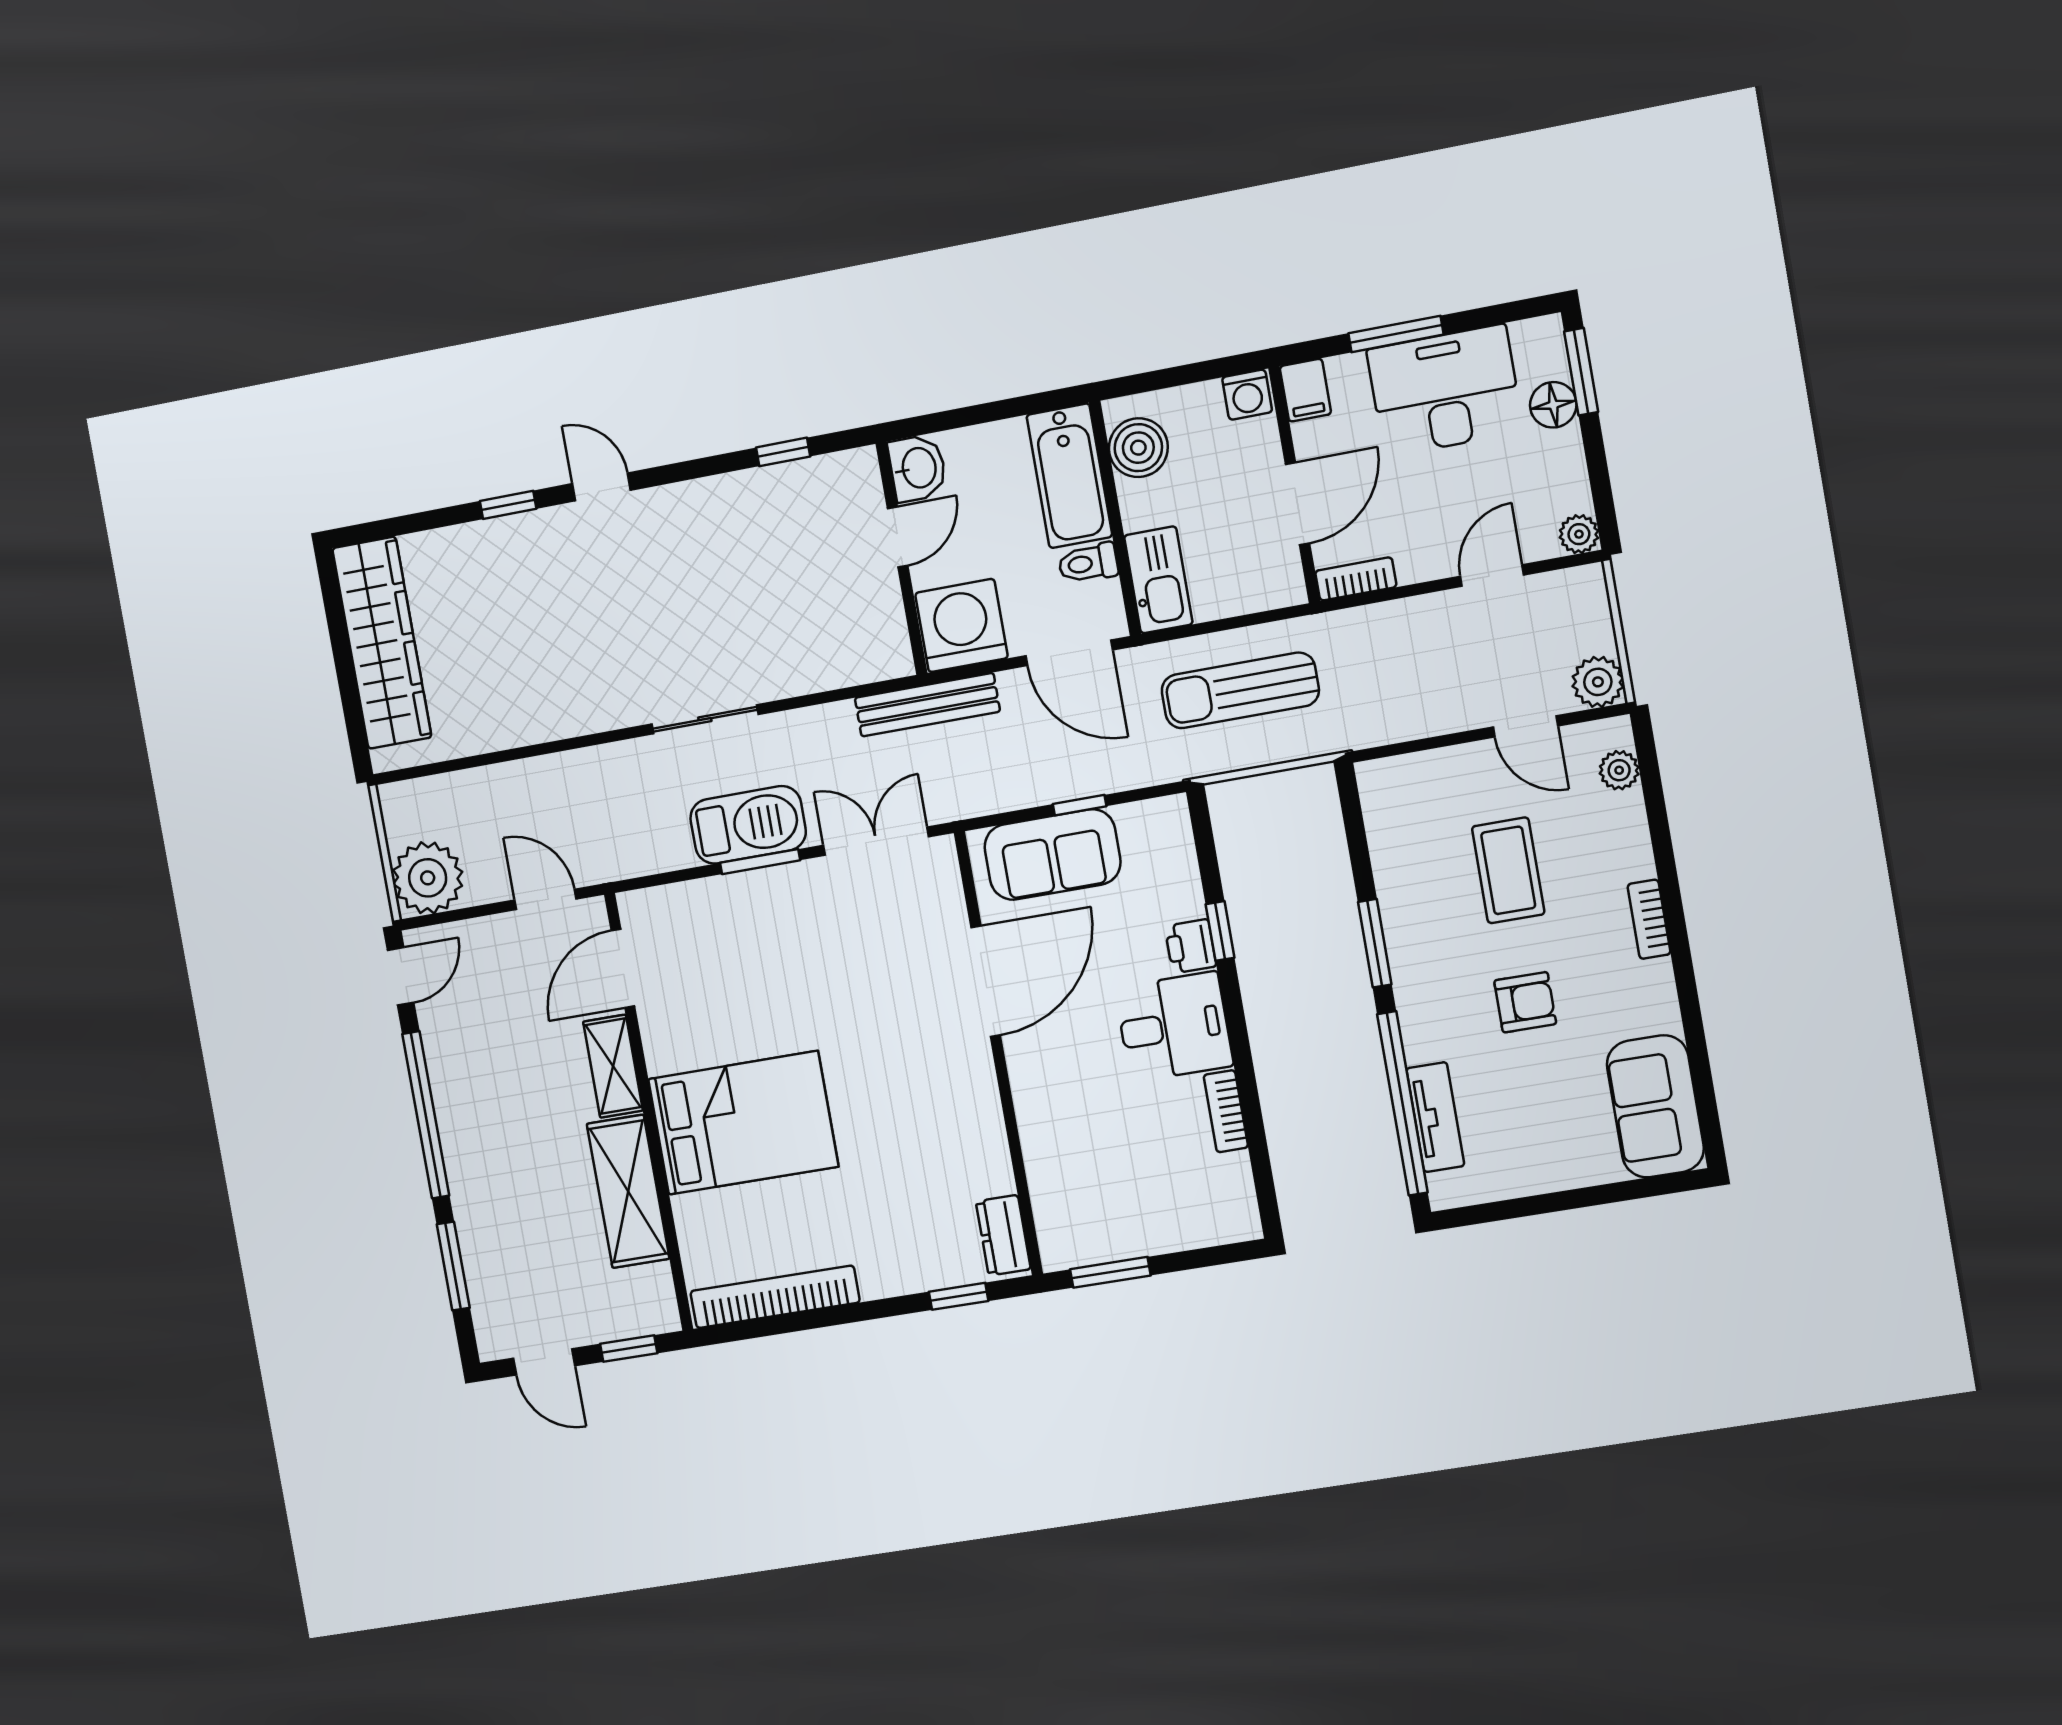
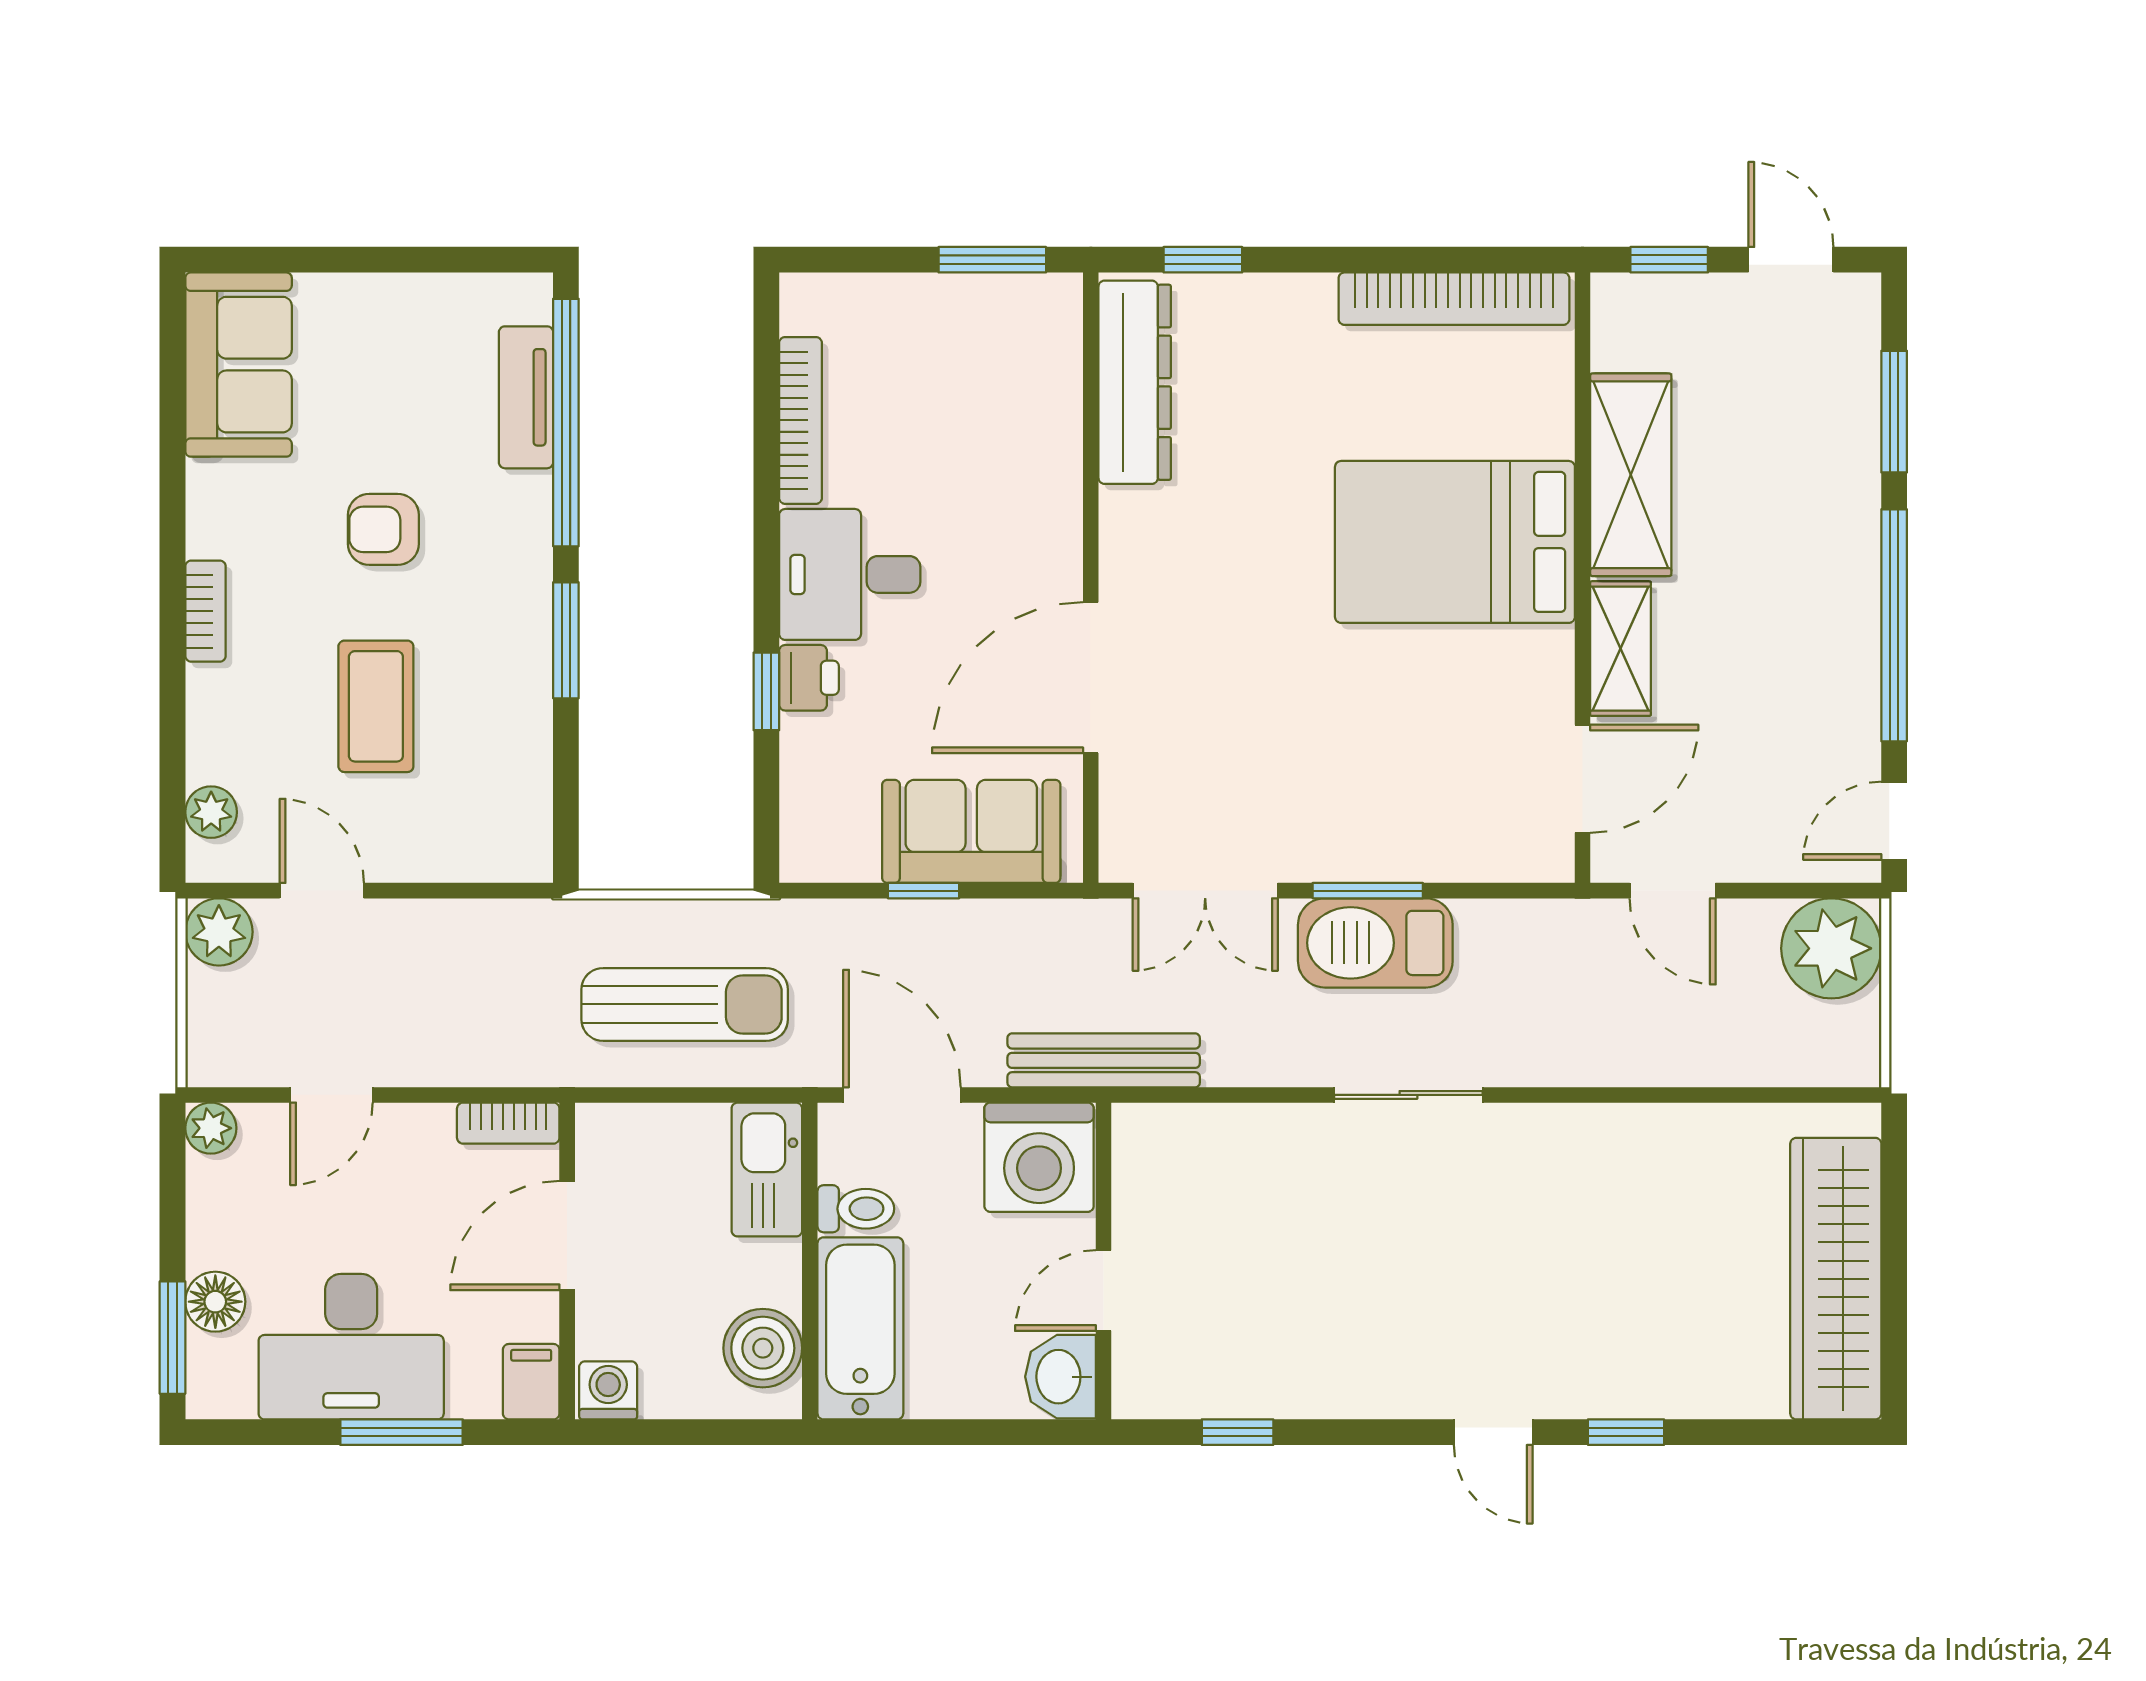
bookcase: (1226, 1111) -> (801, 420), width x1.56
dresser: (1003, 1235) -> (1135, 382), width x1.96, depth x1.24

